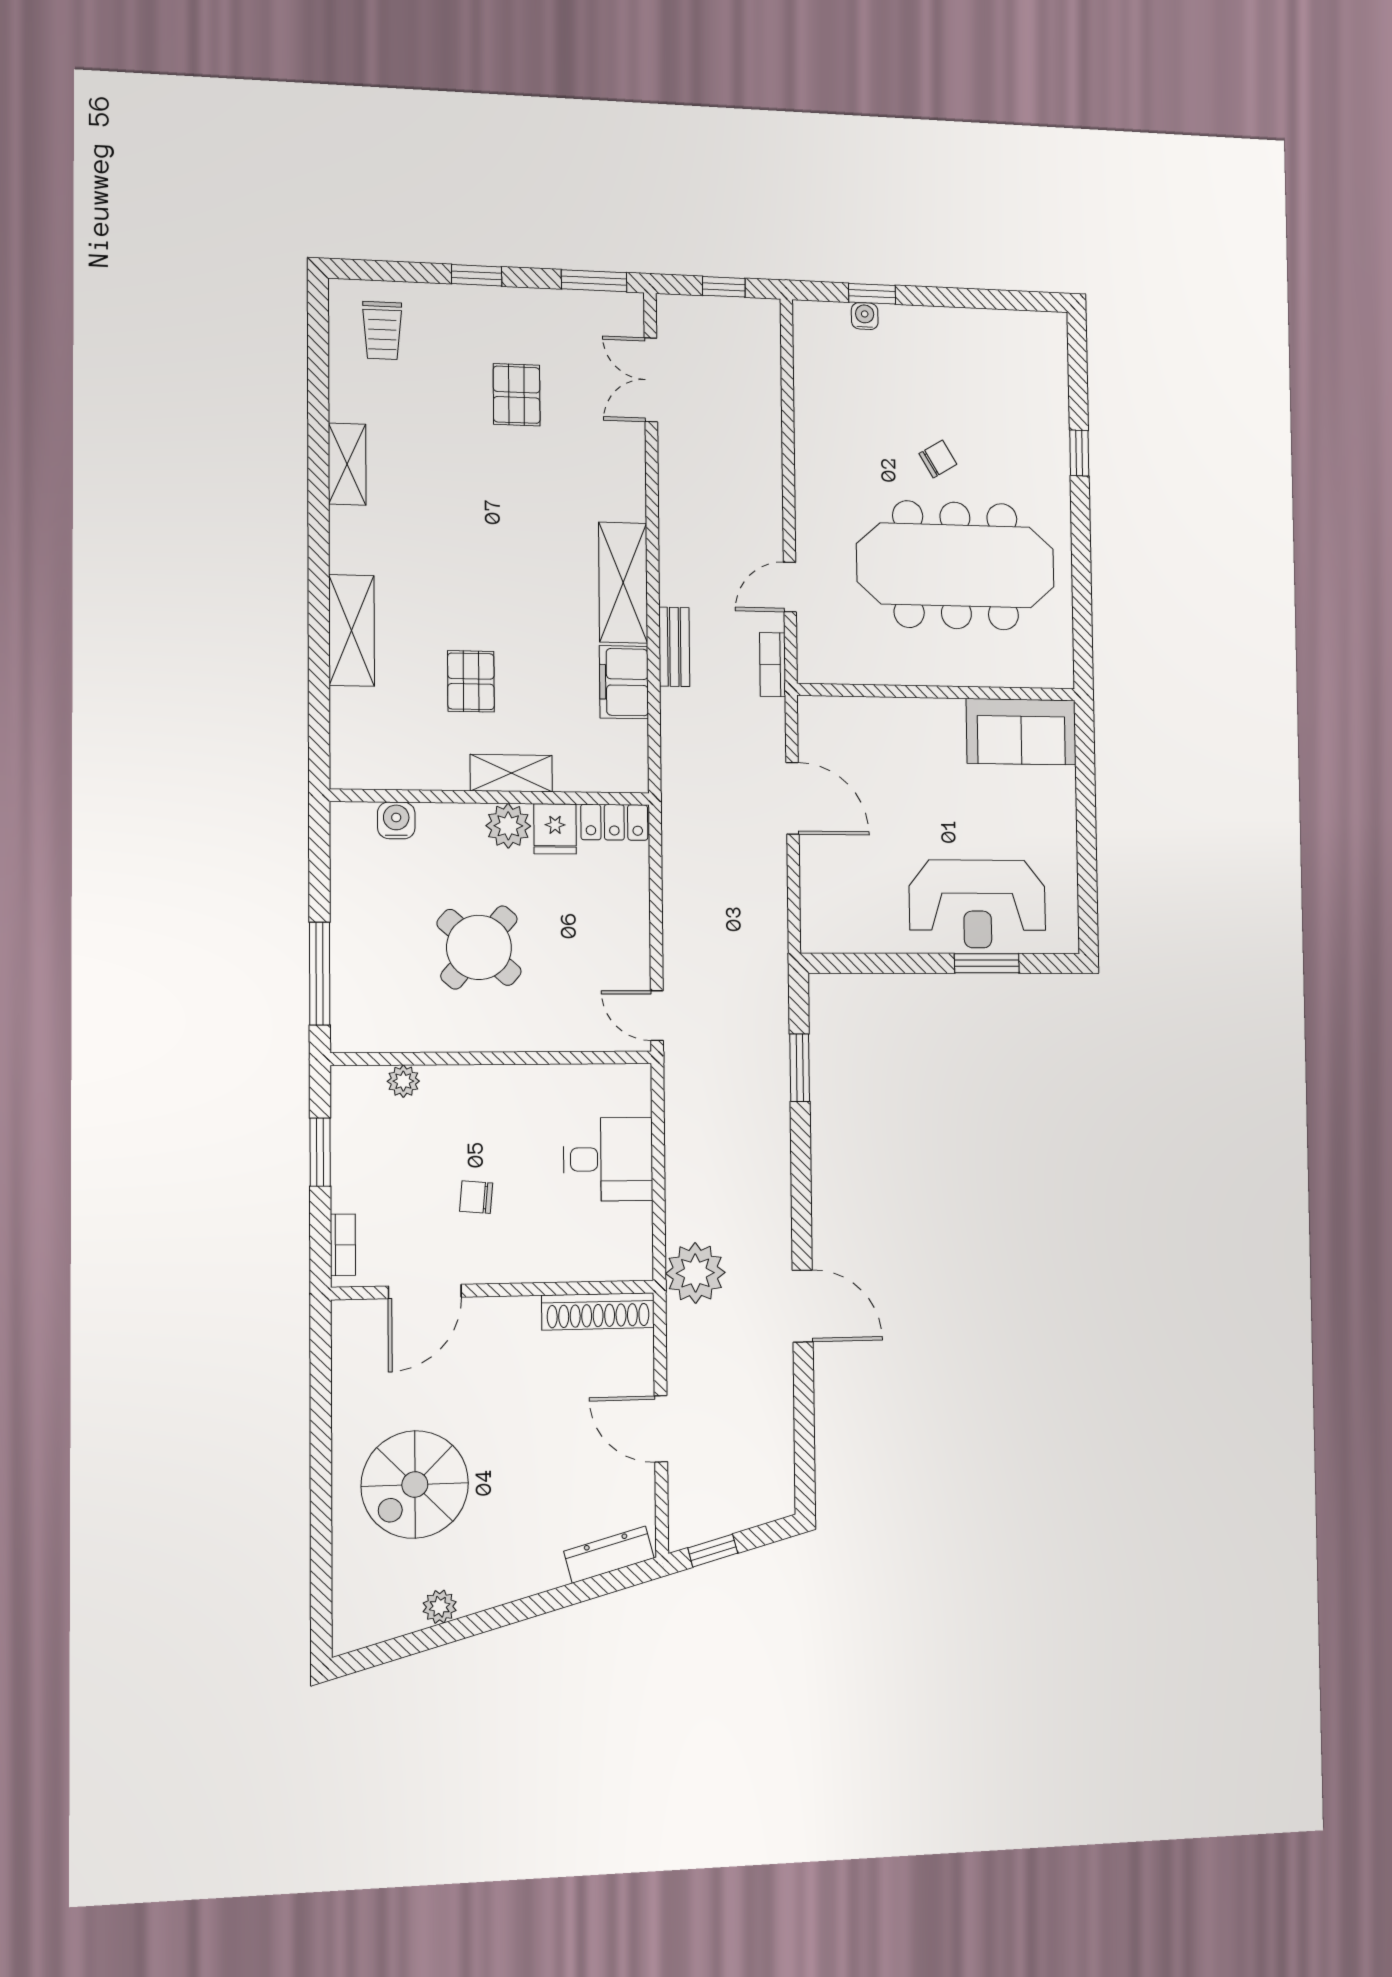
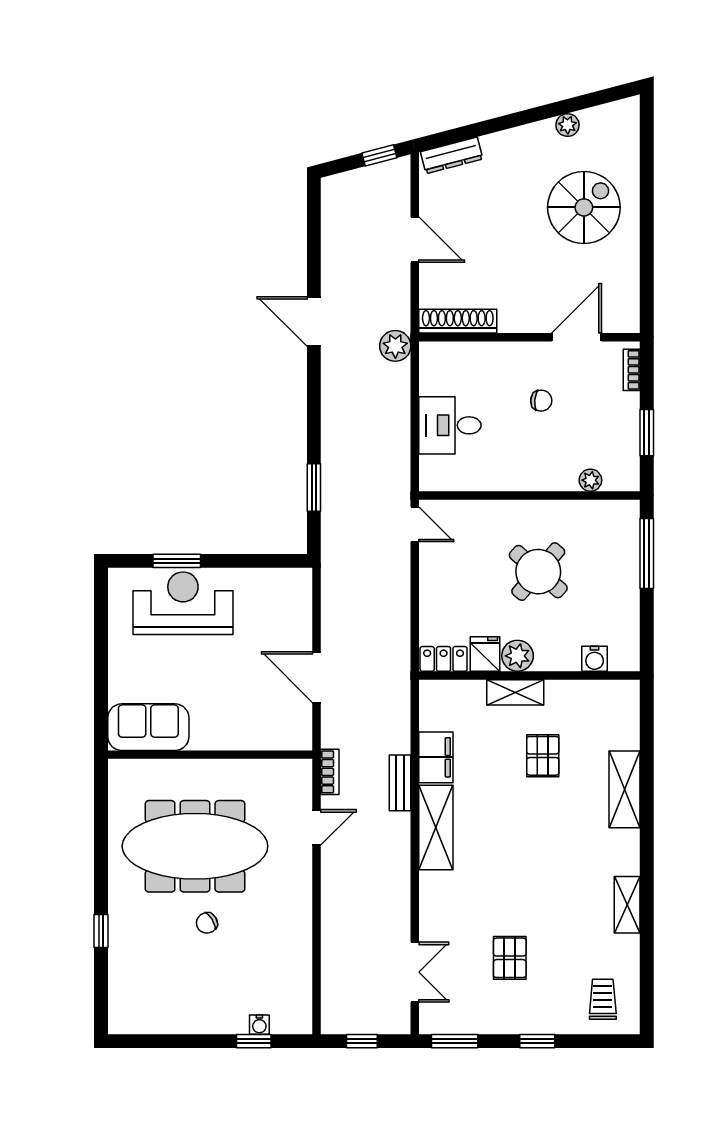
plant: (695, 1273) -> (395, 346), width x0.73, depth x0.73

